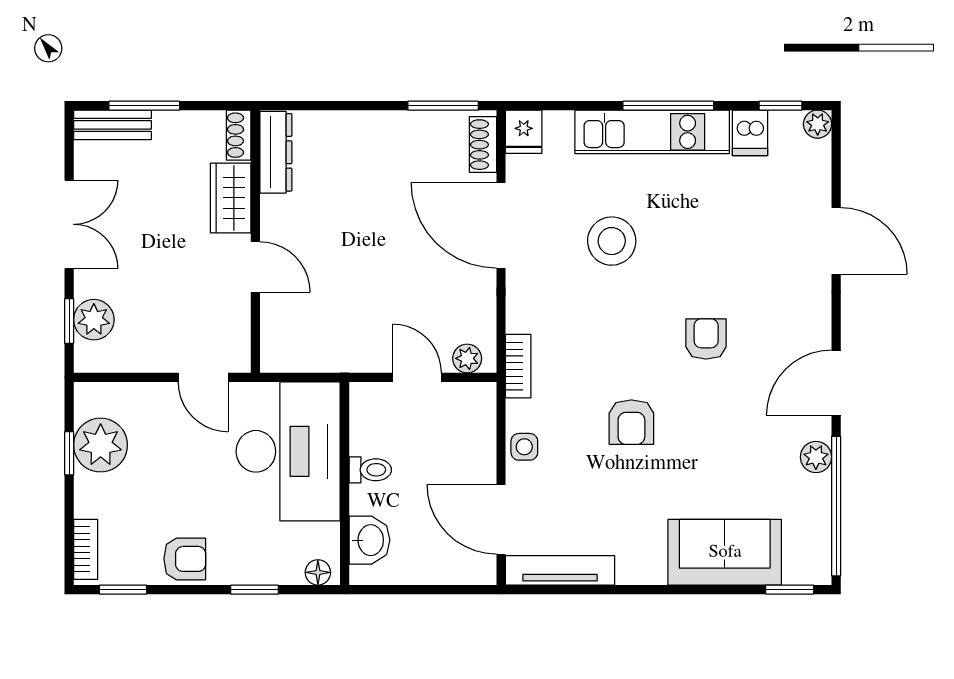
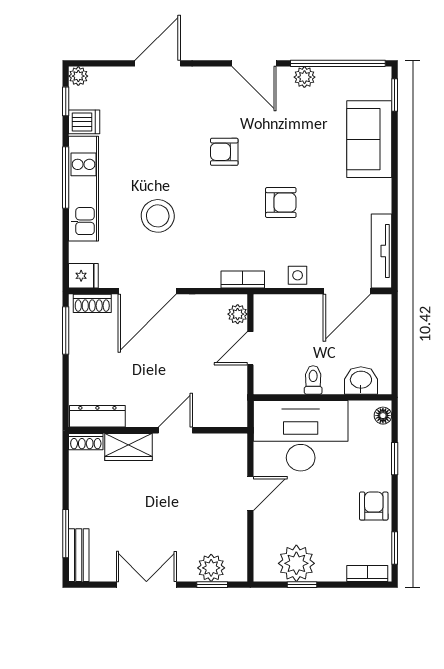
shoe rack: (239, 135) -> (86, 442), moved
dresser: (276, 152) -> (97, 416), moved
wardrobe: (231, 198) -> (128, 447), moved
wall: (255, 241) -> (158, 430), moved
door: (255, 267) -> (175, 430), moved

